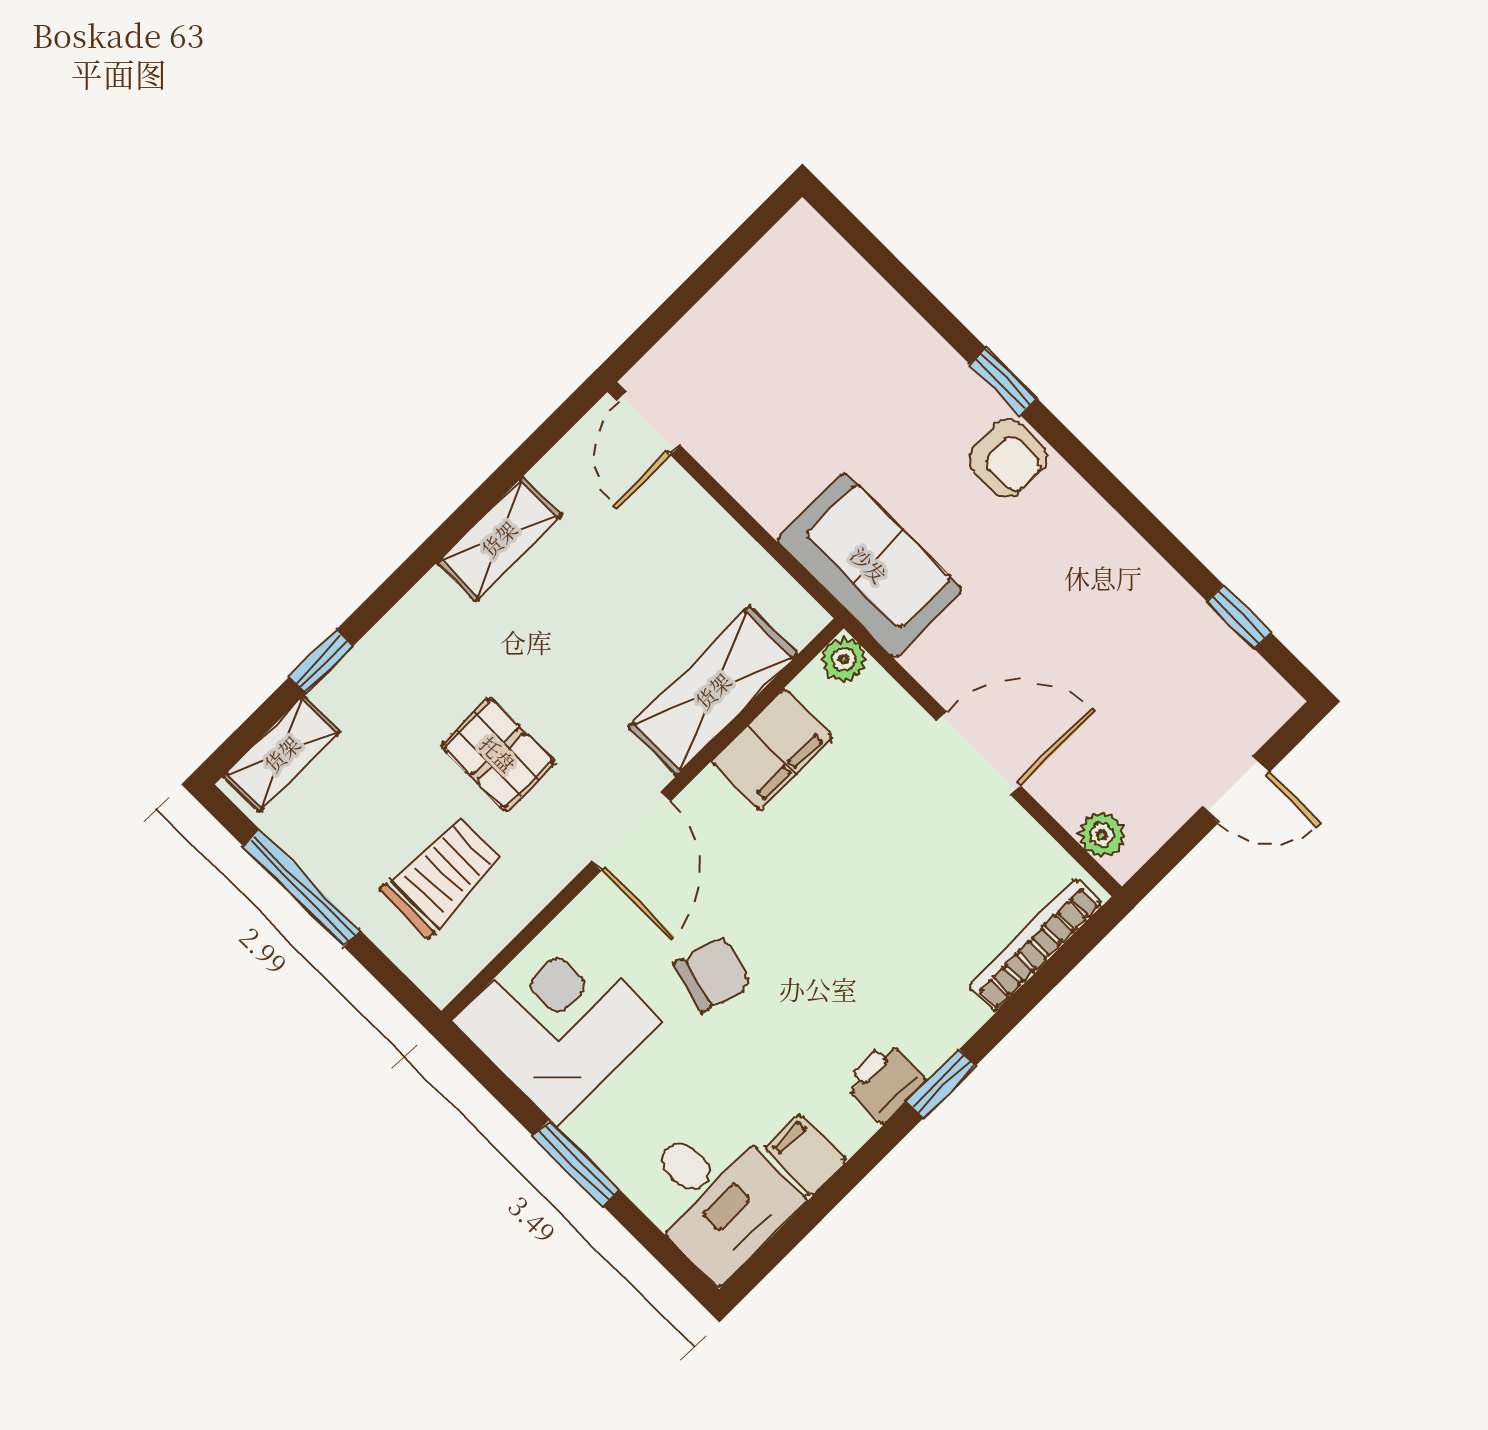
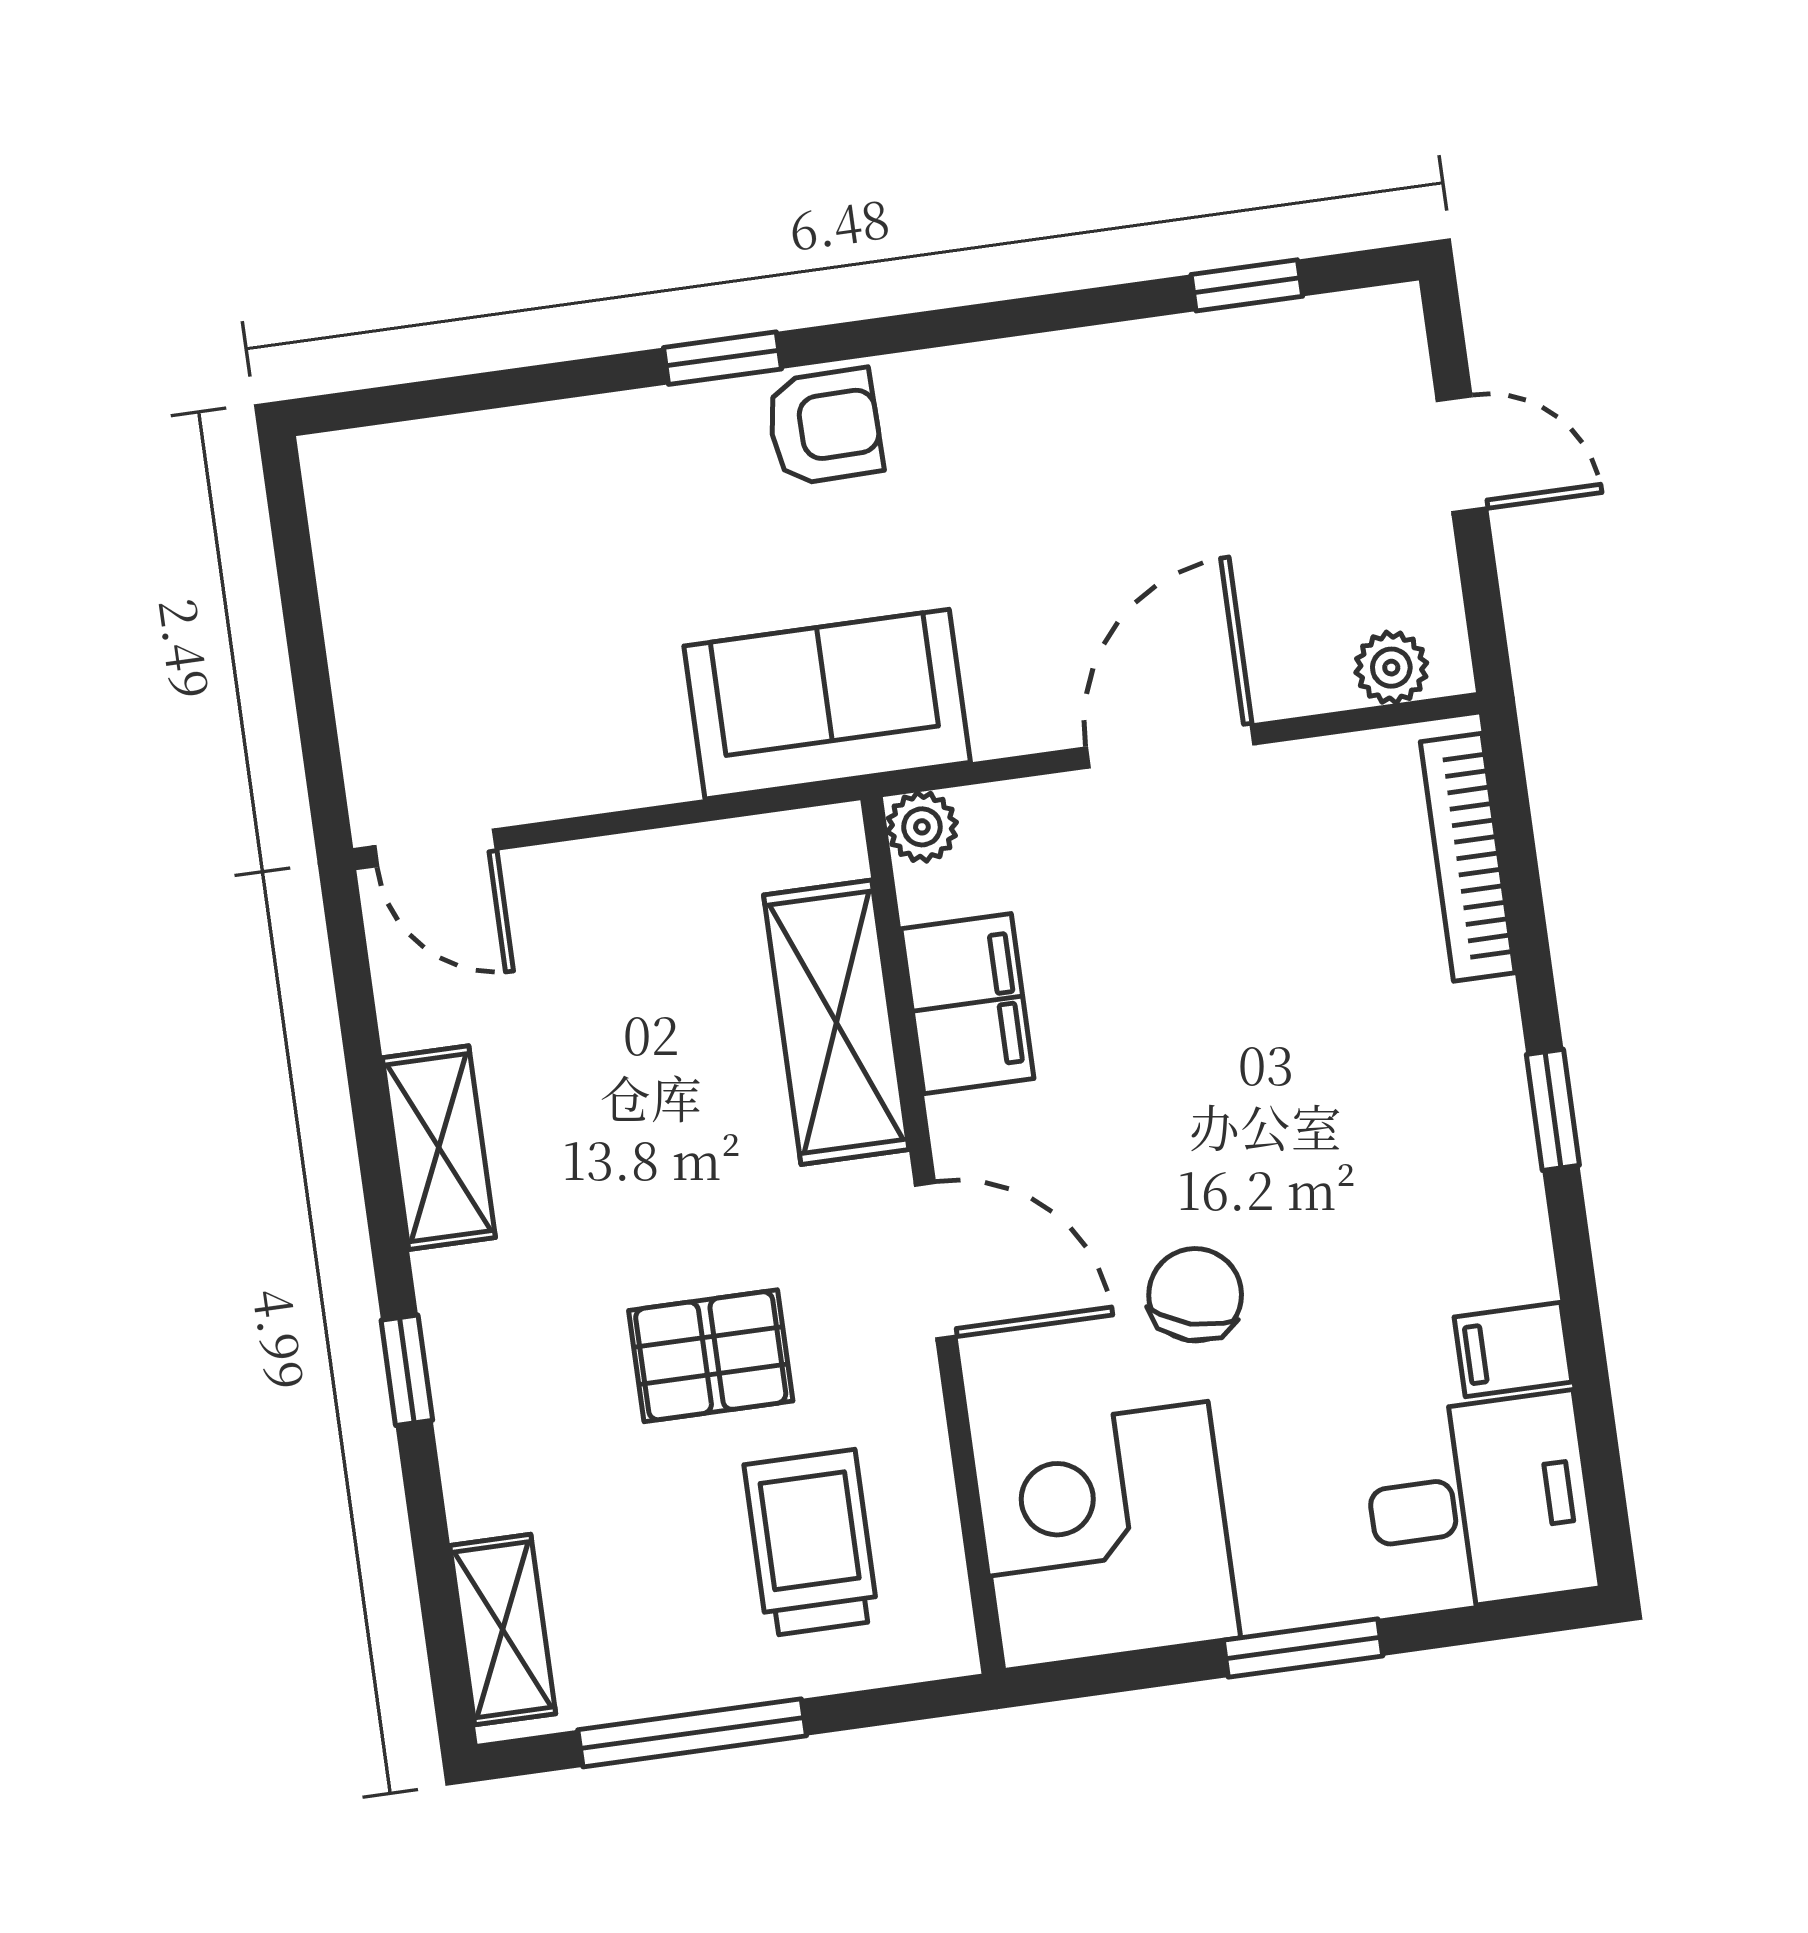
window: (321, 661) -> (407, 1370), moved
door: (1236, 789) -> (1462, 454), hinge flipped
printer: (885, 1082) -> (1497, 1179), removed

